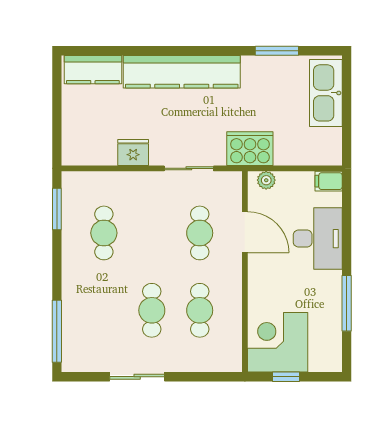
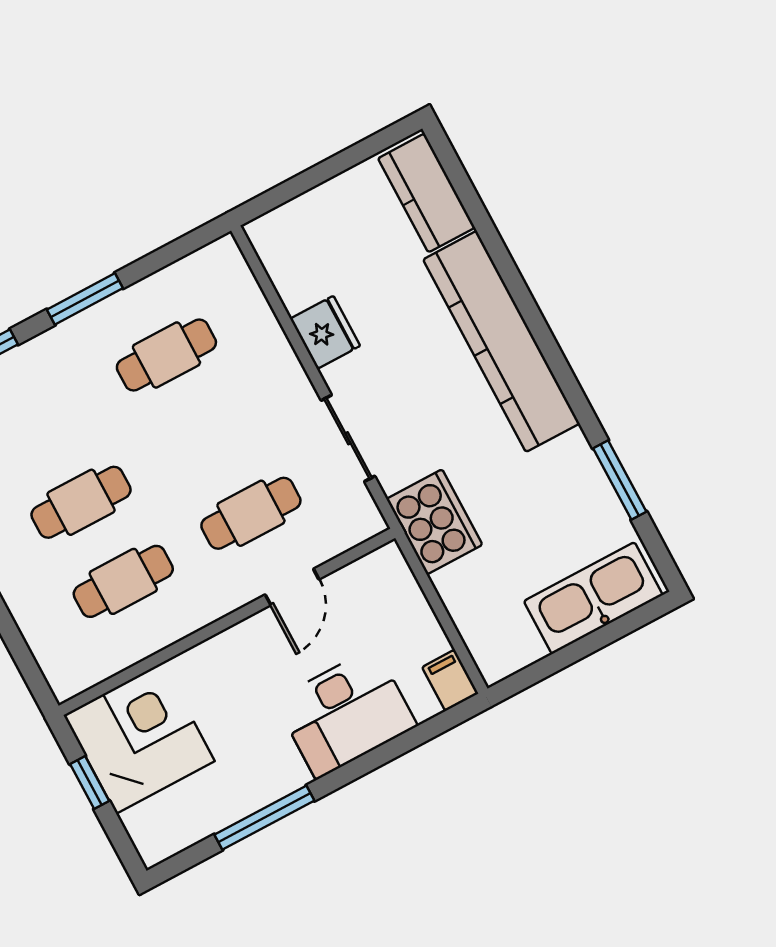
plant: (266, 180) -> (397, 577), removed
window: (57, 209) -> (85, 299), moved
door: (245, 232) -> (292, 587), width x0.73

